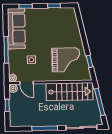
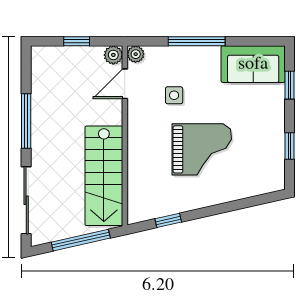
sofa: (16, 29) -> (253, 64), width x0.73
grand piano: (66, 60) -> (202, 149), moved, turned -90

